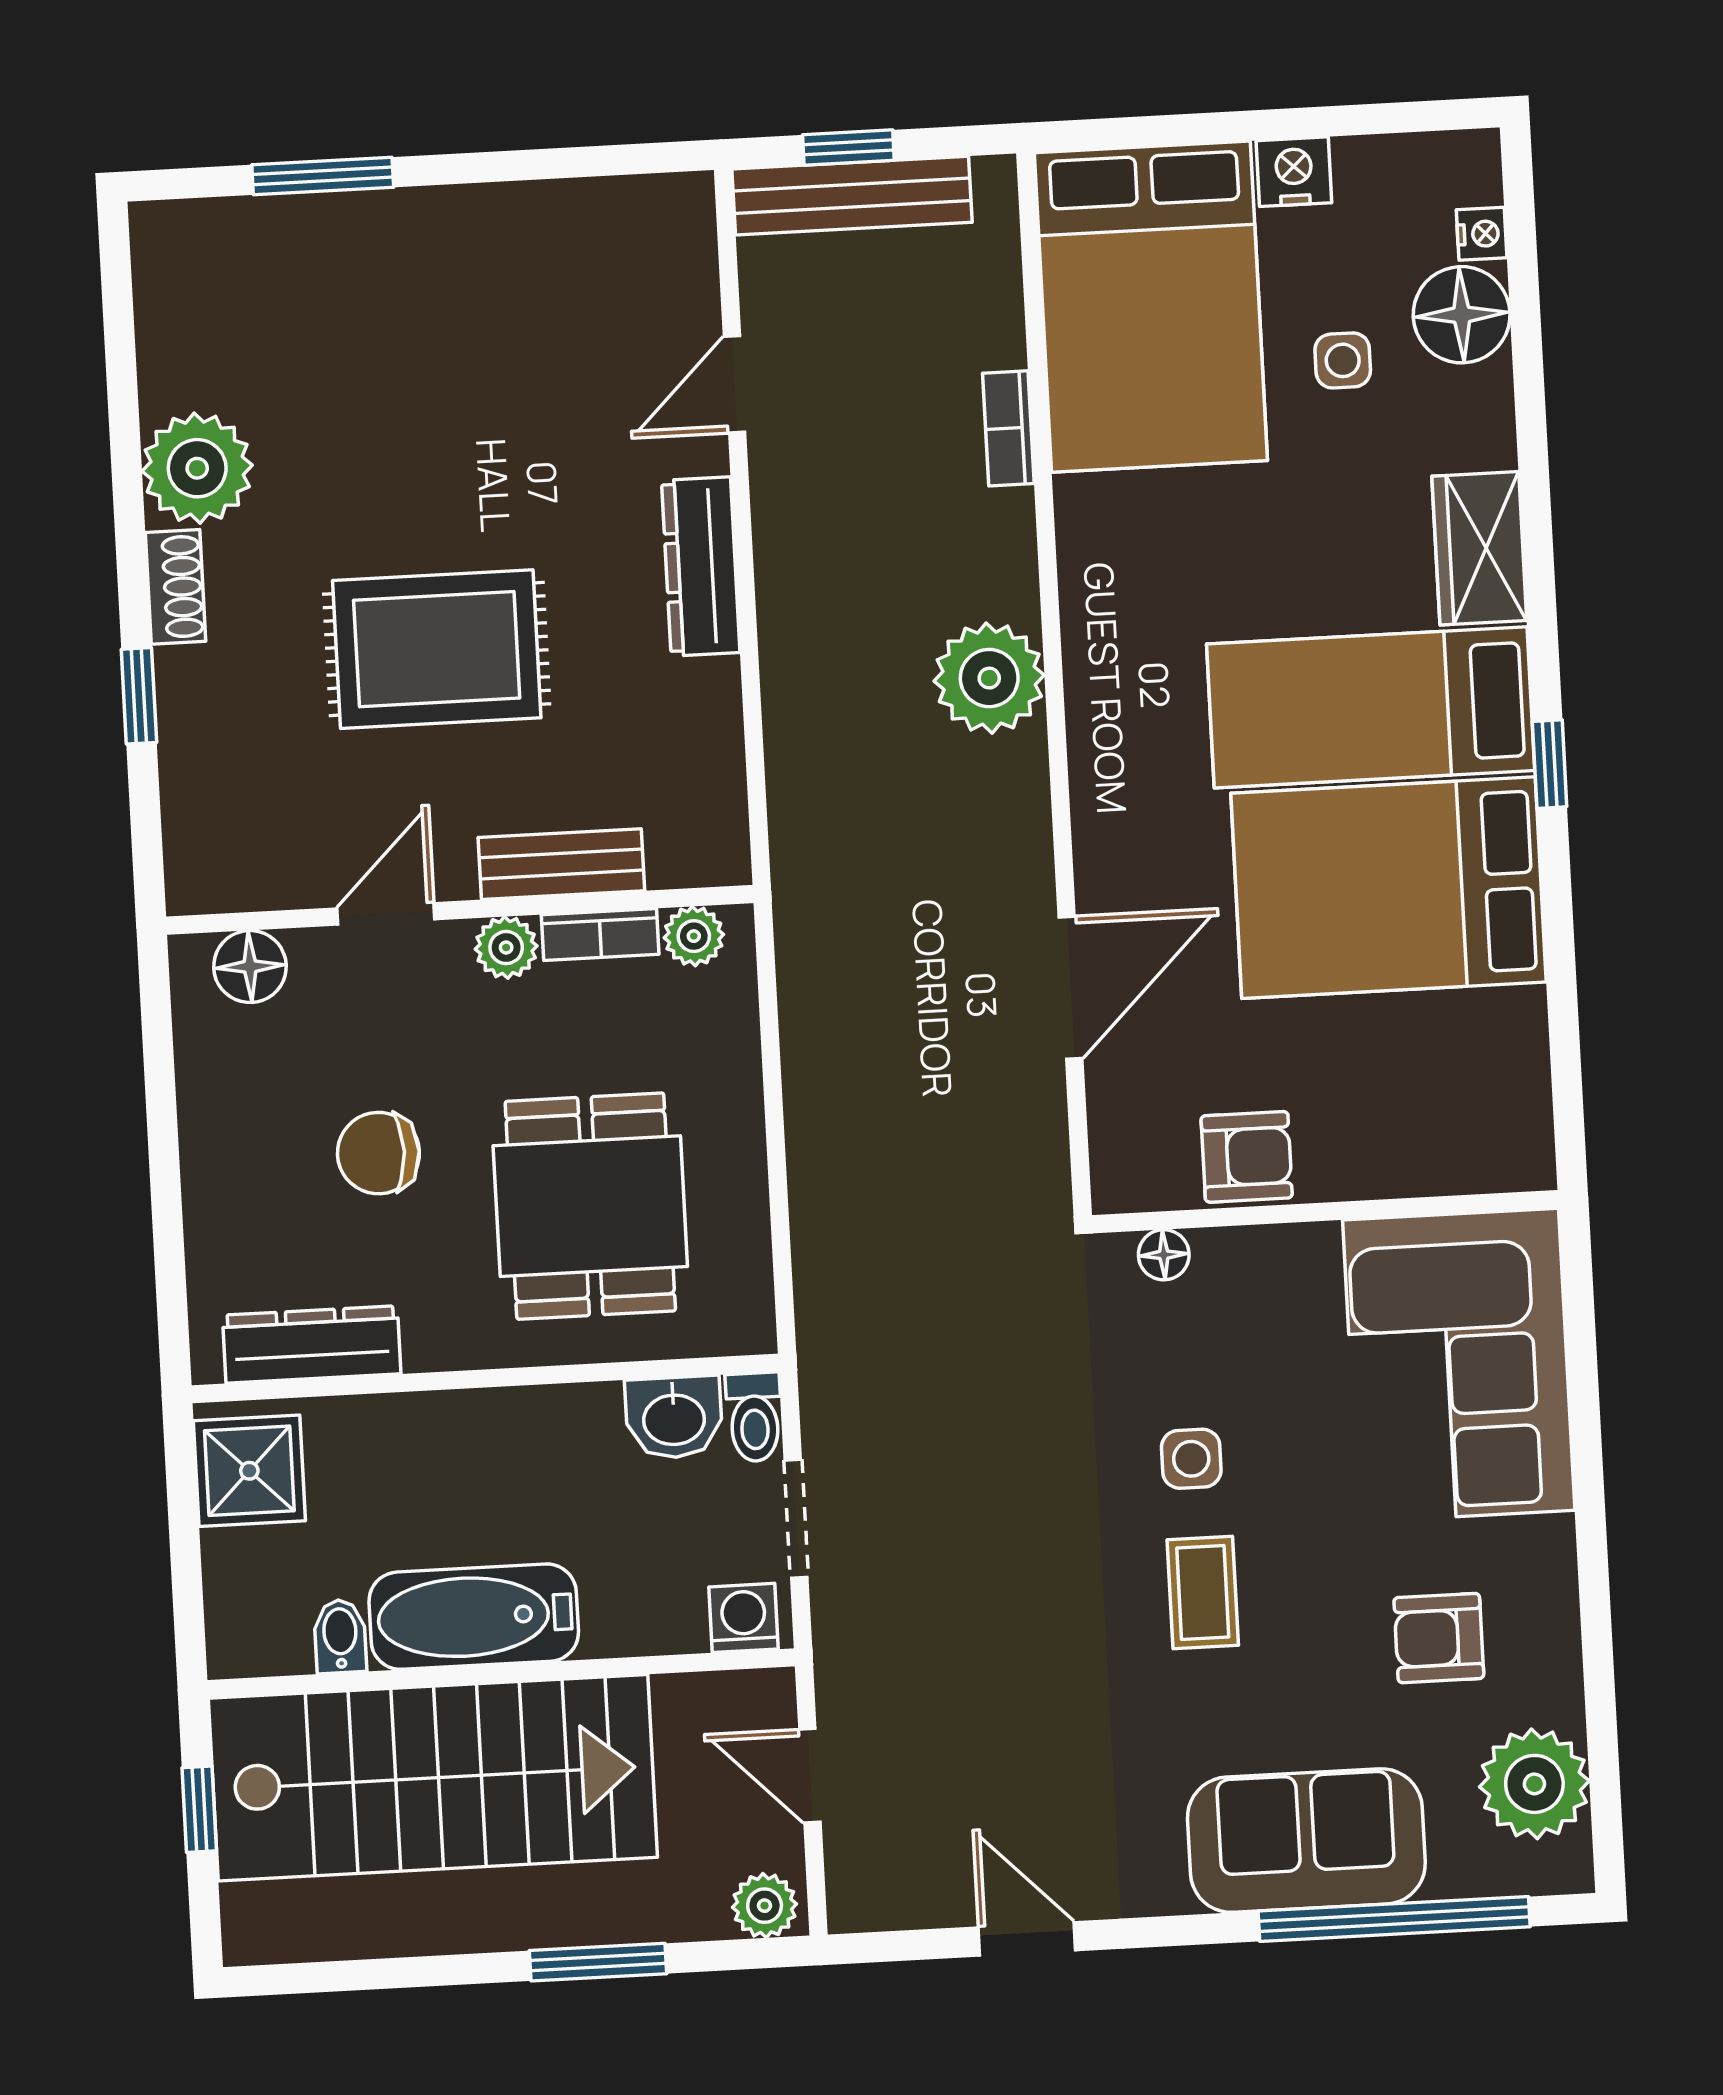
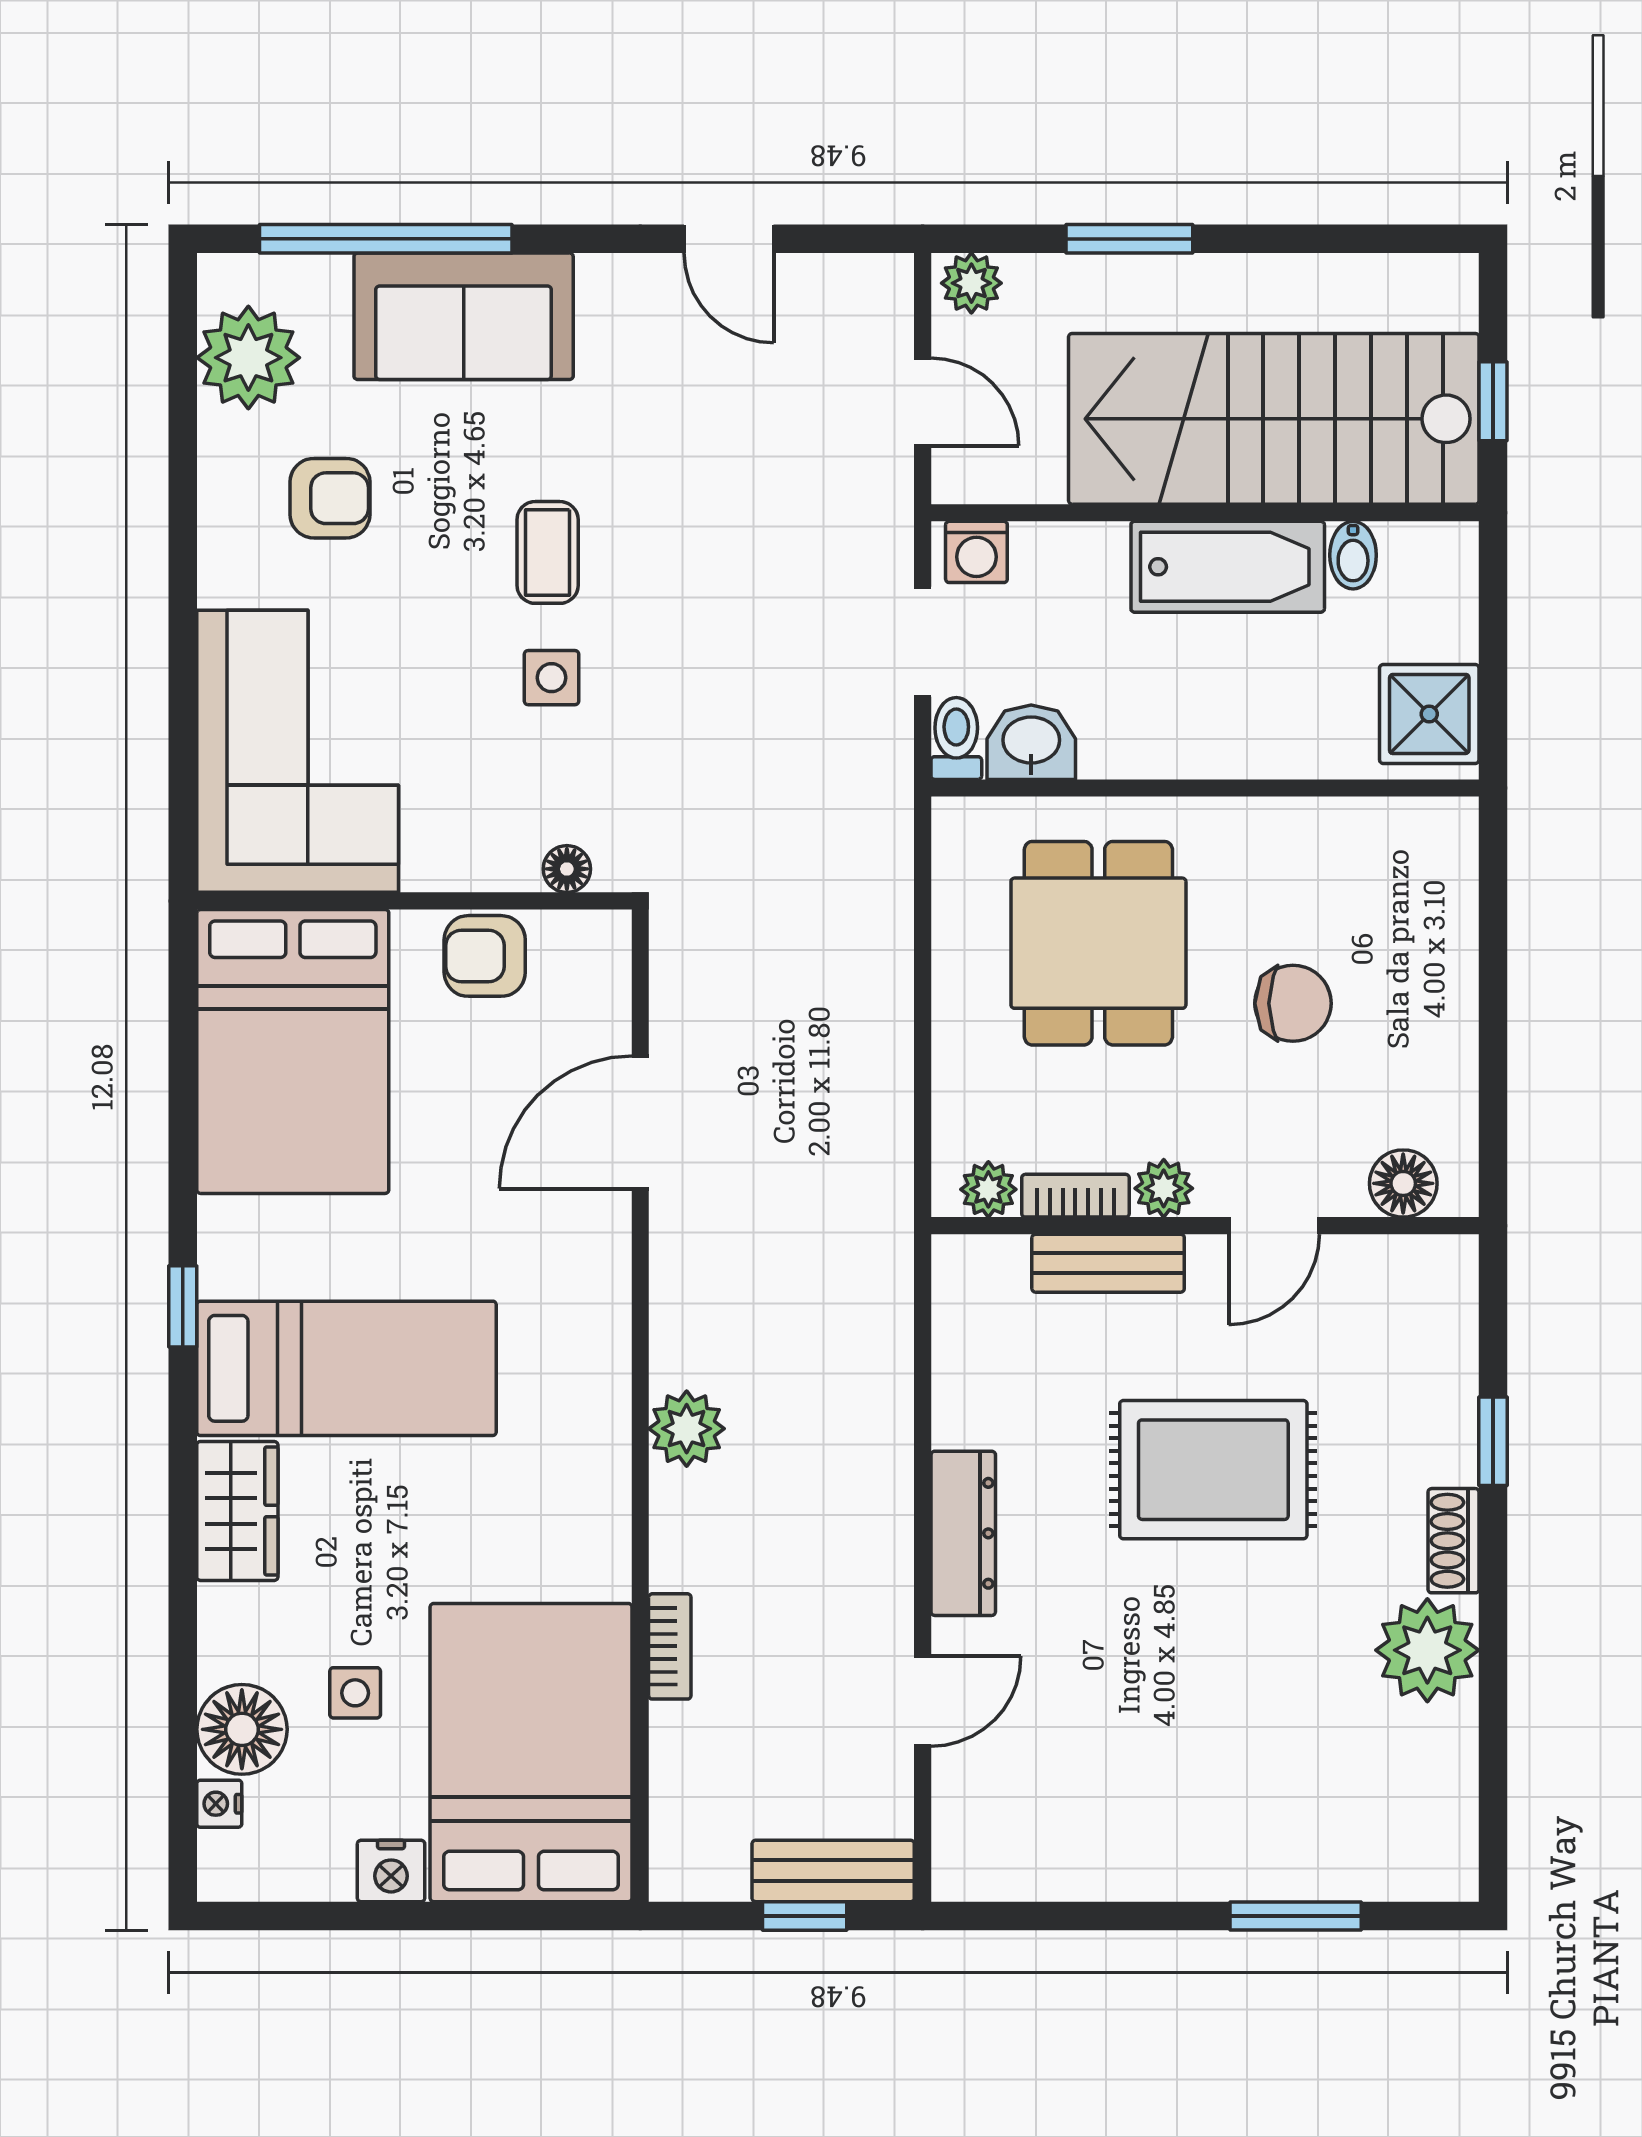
bench: (852, 196) -> (833, 1871), width x0.73
plant: (989, 678) -> (687, 1429), width x0.73, depth x0.73
bed: (1389, 888) -> (293, 1051), moved, turned 90
dresser: (312, 1344) -> (1365, 828), removed

